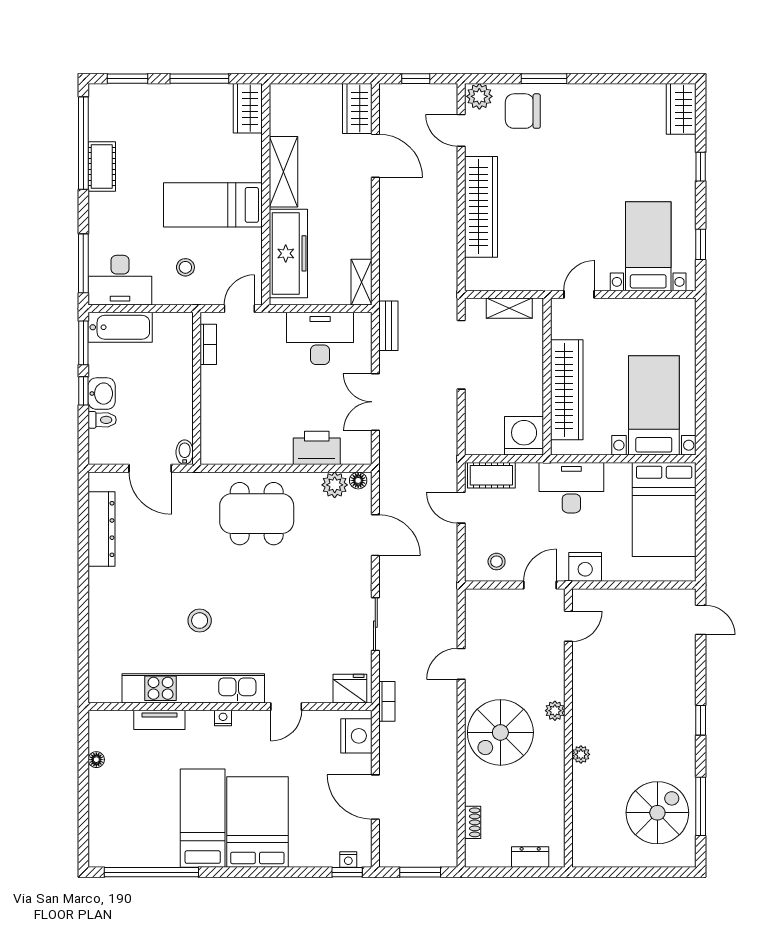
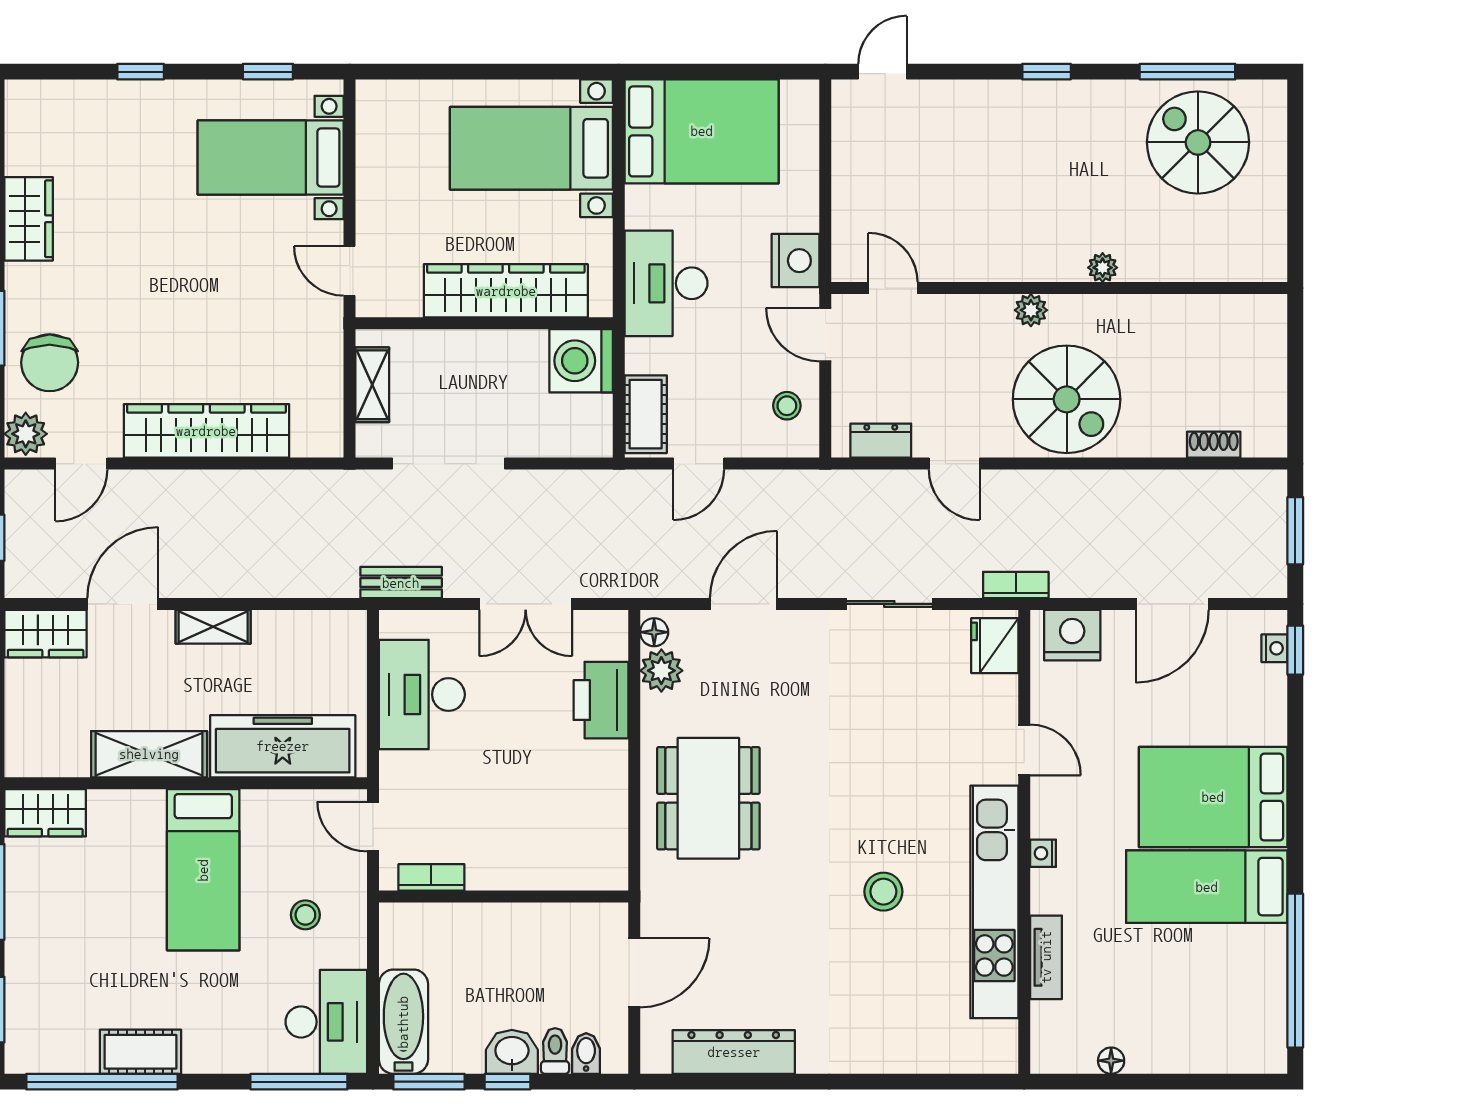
wardrobe: (681, 109) -> (29, 219), moved, turned -90
shelving: (362, 282) -> (213, 627), moved
bidet: (185, 452) -> (586, 1053), moved, turned 90
dresser: (530, 857) -> (881, 441), moved, turned 90

